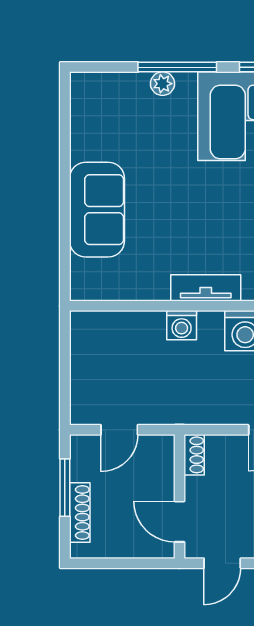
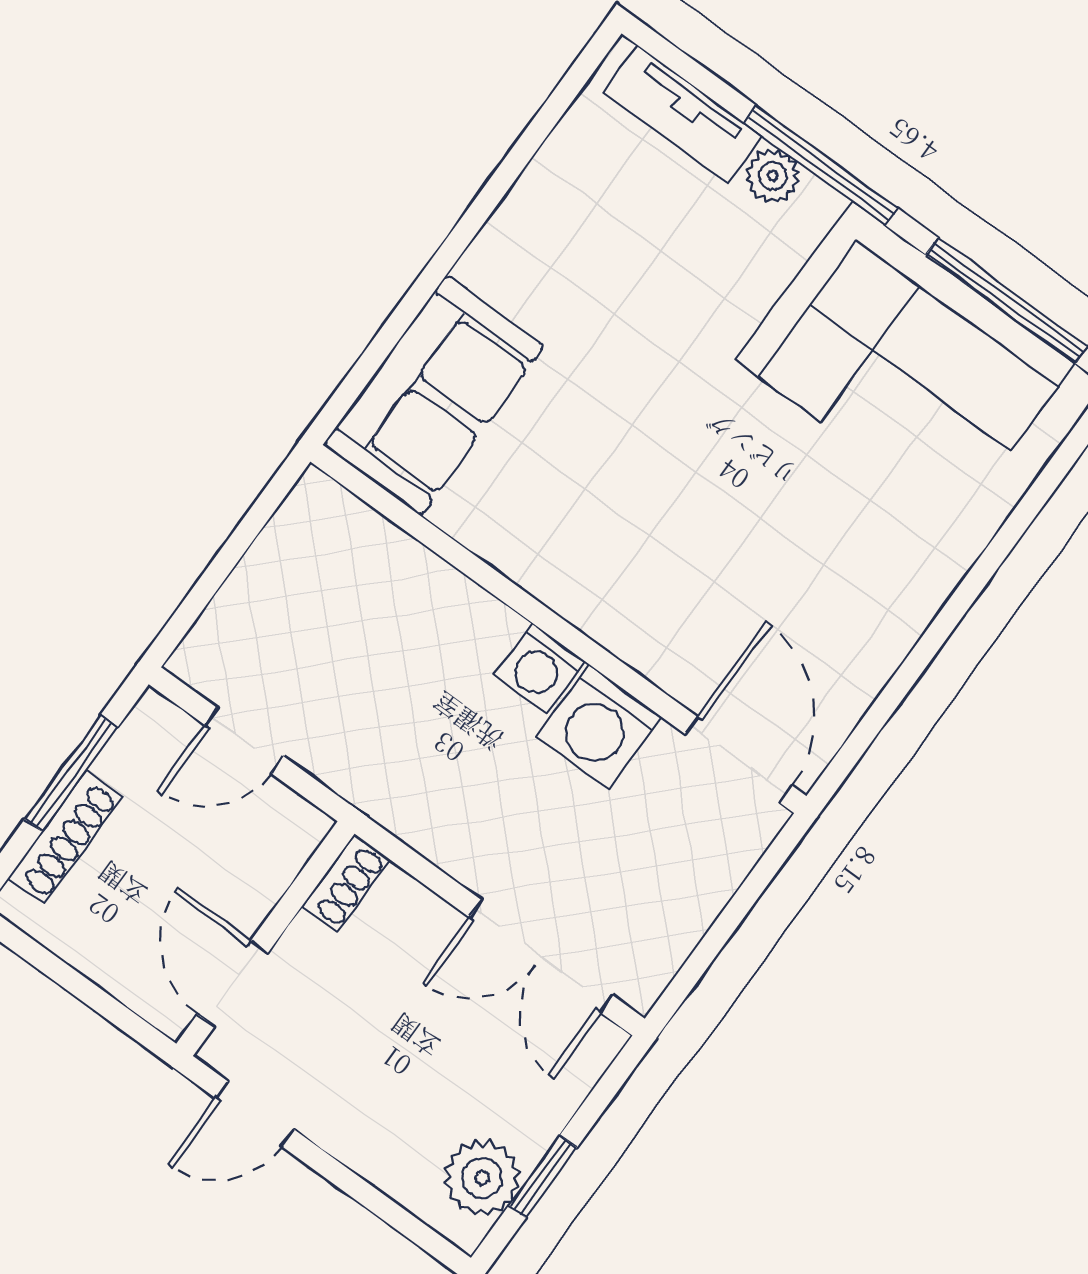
sofa: (97, 210) -> (434, 395), moved
tv unit: (206, 288) -> (682, 114), moved, turned 180
washing machine: (182, 325) -> (539, 668), moved

